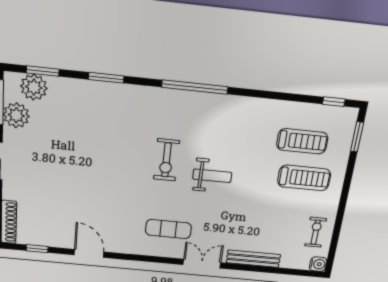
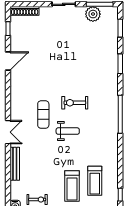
plant: (34, 87) -> (111, 24), removed
weight bench: (212, 176) -> (68, 131), turned -90
exercise mat: (168, 229) -> (43, 115), moved

